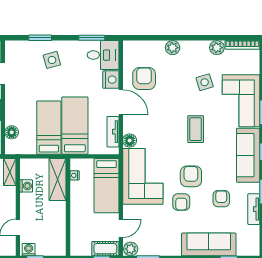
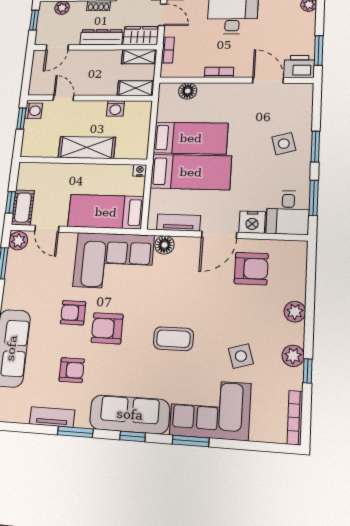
window: (40, 38) -> (315, 147), moved
window: (212, 38) -> (308, 371), added
plant: (217, 48) -> (293, 356), moved
nightstand: (75, 175) -> (140, 170), moved
armchair: (191, 176) -> (107, 328), turned 180
shelving: (57, 179) -> (87, 147), moved

